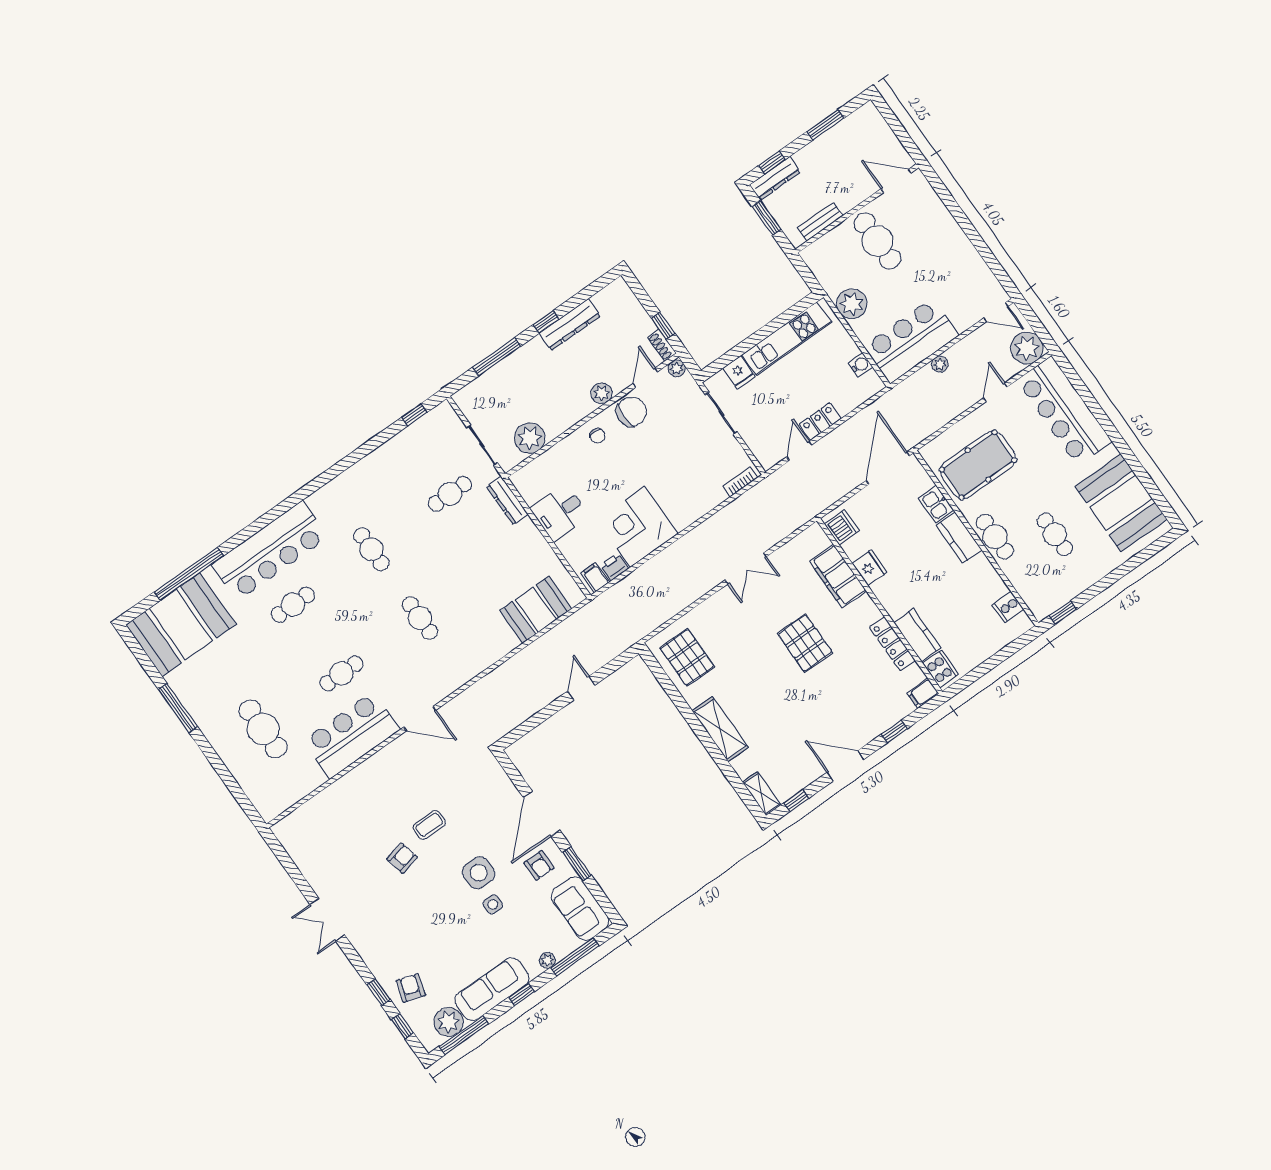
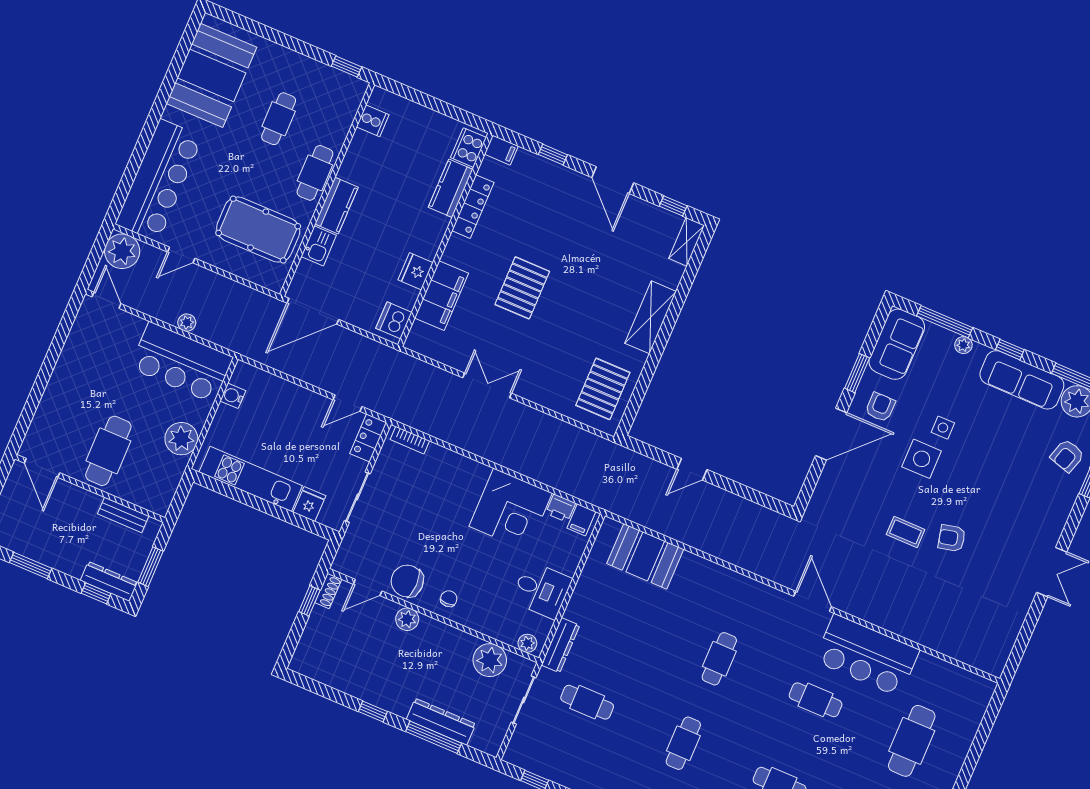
dresser: (570, 325) -> (441, 722), moved
plant: (677, 368) -> (527, 643), moved
locker: (820, 421) -> (368, 438), moved, turned 90

